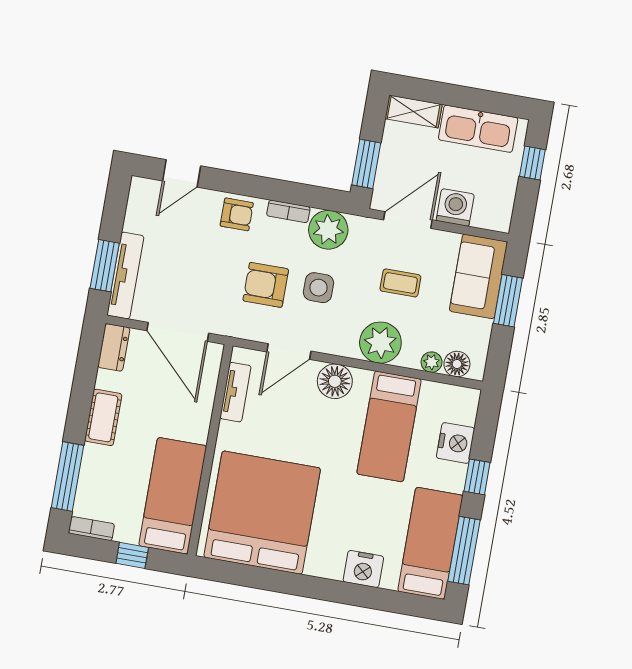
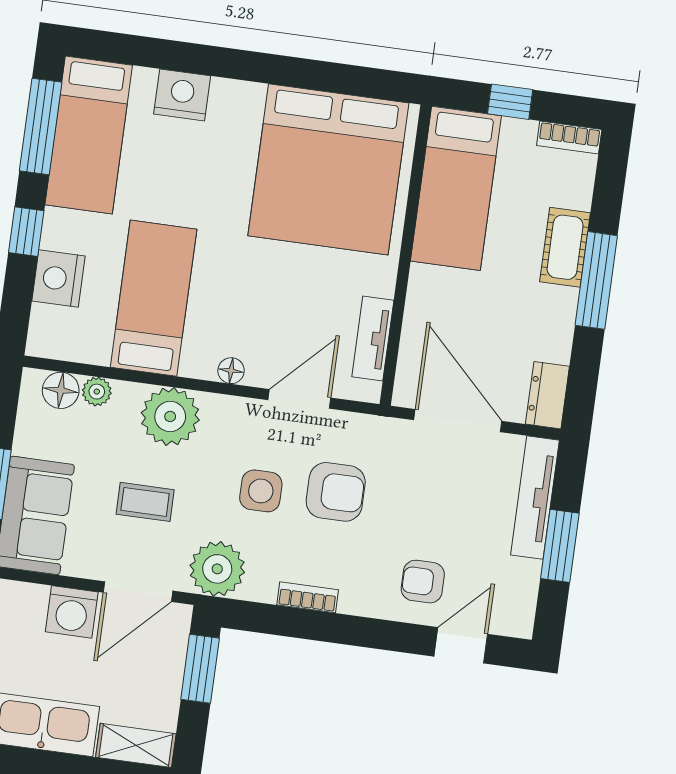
armchair: (237, 214) -> (423, 582), moved
plant: (328, 230) -> (217, 569), moved
window: (105, 266) -> (560, 546), moved
floor lamp: (335, 381) -> (231, 371), width x0.53, depth x0.53
cot: (103, 417) -> (565, 247), moved
window: (67, 477) -> (596, 280), moved

